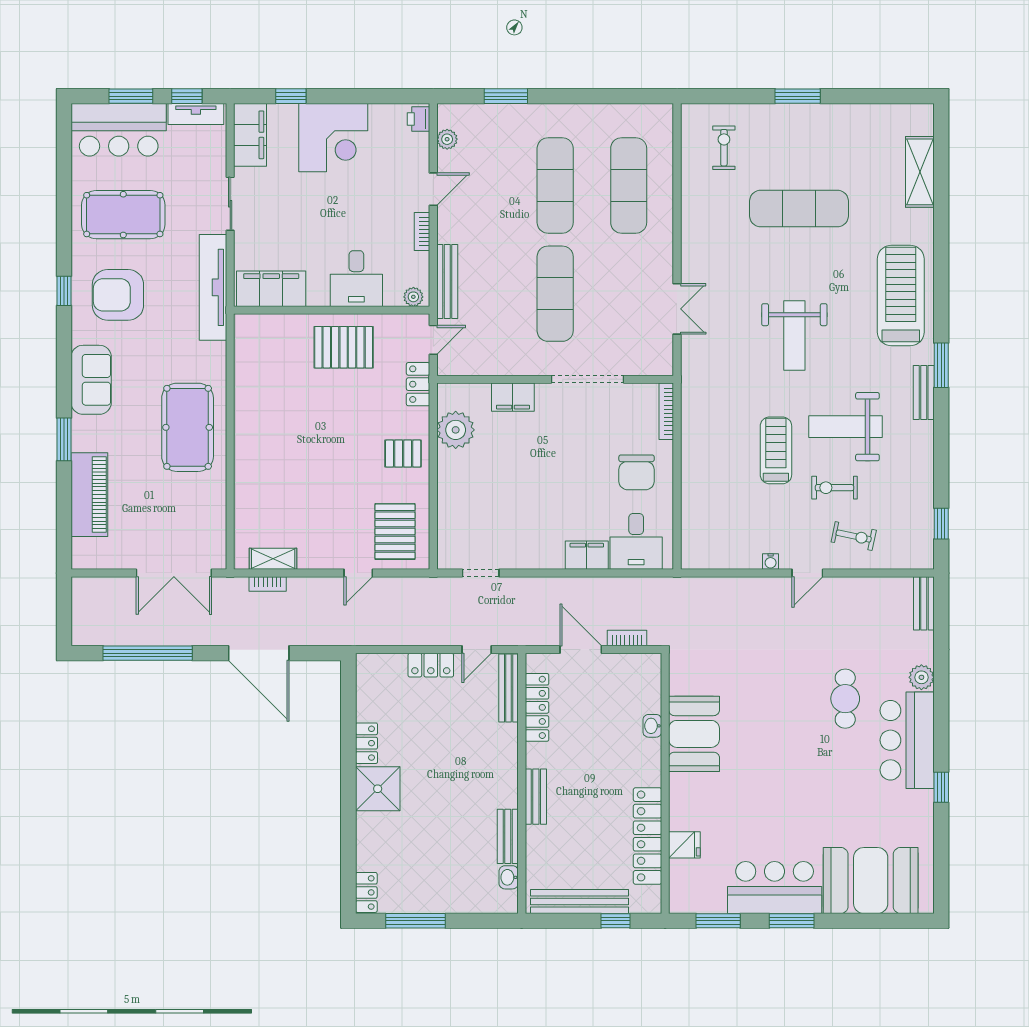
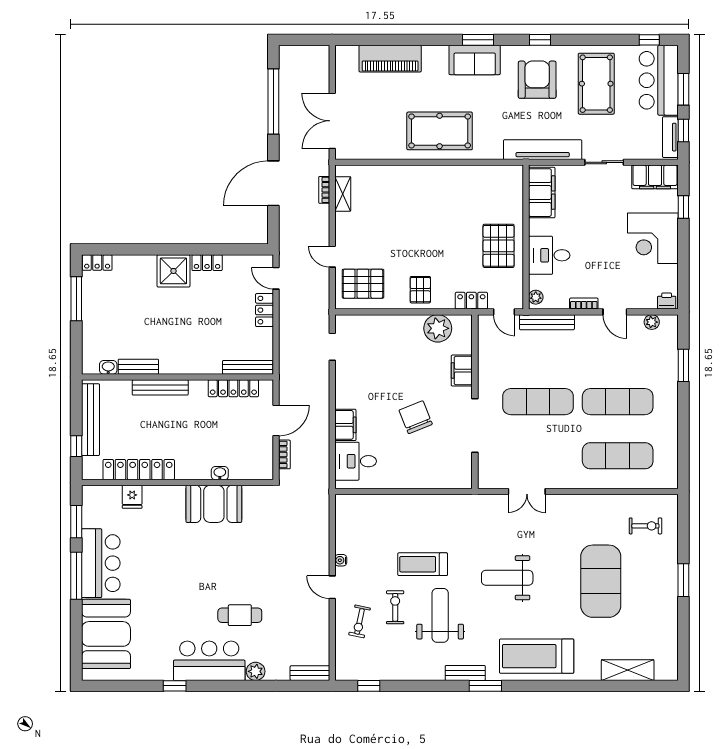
window: (64, 143) -> (649, 40), added
exercise mat: (799, 209) -> (601, 581), width x1.47
treadmill: (901, 296) -> (537, 656), turned 180
bookcase: (666, 411) -> (451, 483), removed
window: (64, 439) -> (478, 40), moved
treadmill: (776, 450) -> (423, 564), turned 180
chair: (637, 472) -> (416, 417), moved, turned 68
door: (477, 650) -> (276, 278), moved
bench: (536, 797) -> (160, 387), width x1.36
window: (792, 921) -> (76, 576), width x1.44

